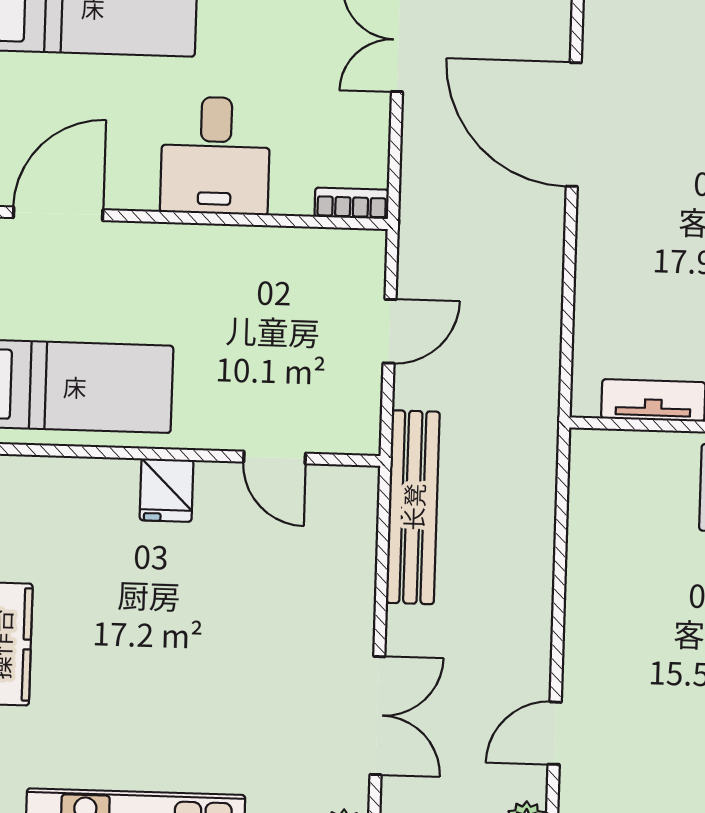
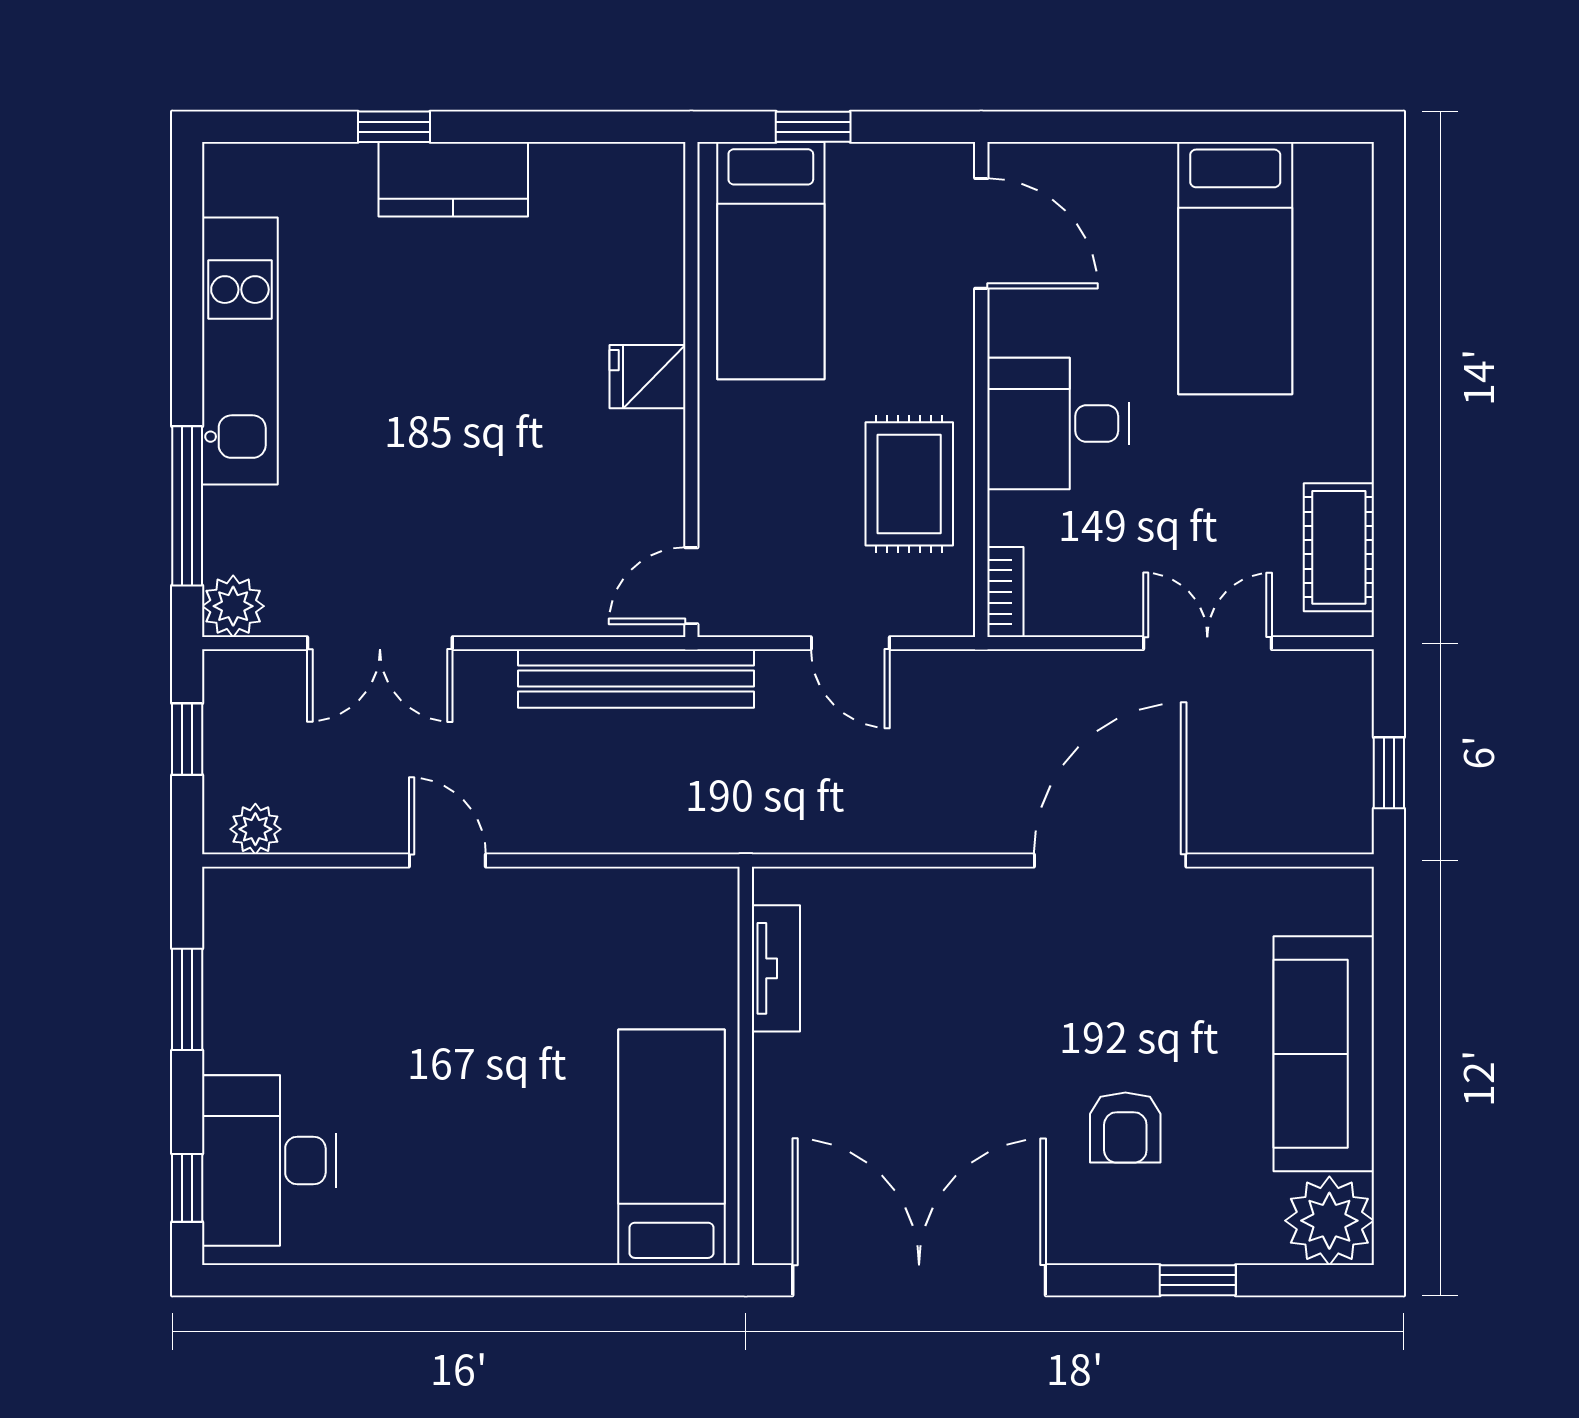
rug: (261, 279) -> (909, 484), added
door: (275, 458) -> (691, 586), moved
door: (555, 733) -> (447, 860), moved

